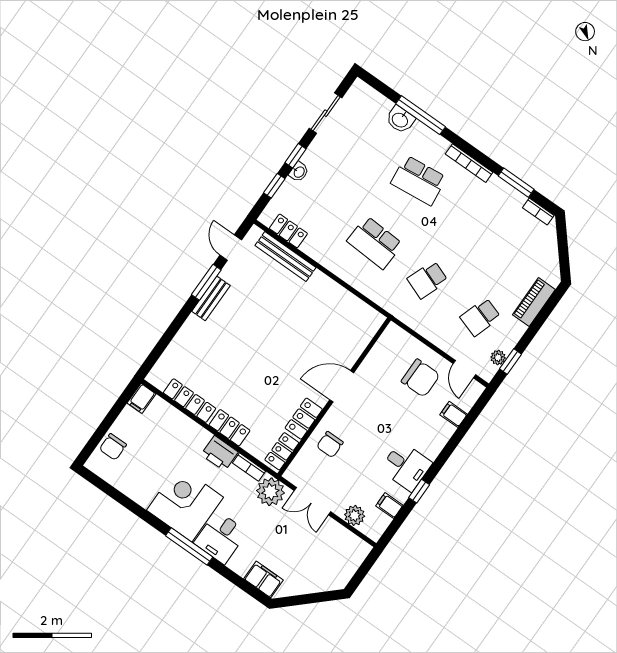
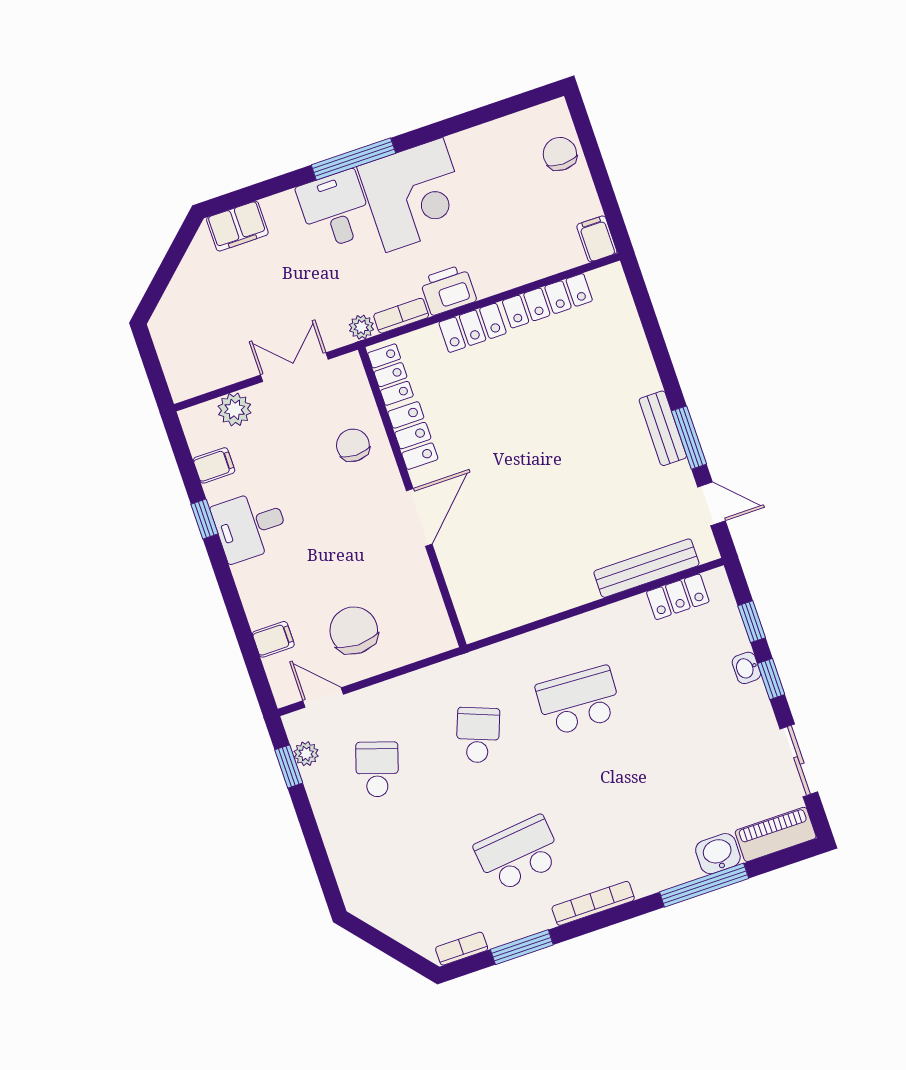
school desk: (419, 180) -> (518, 854), moved
piano: (534, 302) -> (776, 834), moved, turned -90
chair: (421, 378) -> (354, 630), turned 90
plant: (270, 492) -> (361, 327), width x0.53, depth x0.53

